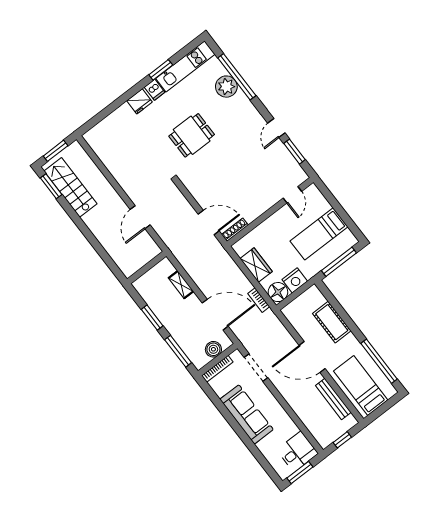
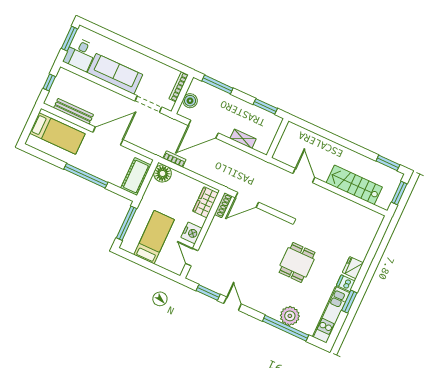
stairs: (70, 187) -> (354, 185), moved, turned 180
wardrobe: (256, 265) -> (205, 202), moved, turned 90
nightstand: (295, 280) -> (192, 233), moved, turned 180
window: (152, 318) -> (265, 106), moved
cot: (332, 322) -> (136, 177), moved, turned 90
window: (379, 361) -> (86, 176), moved
sofa: (246, 414) -> (115, 74), moved, turned 180

